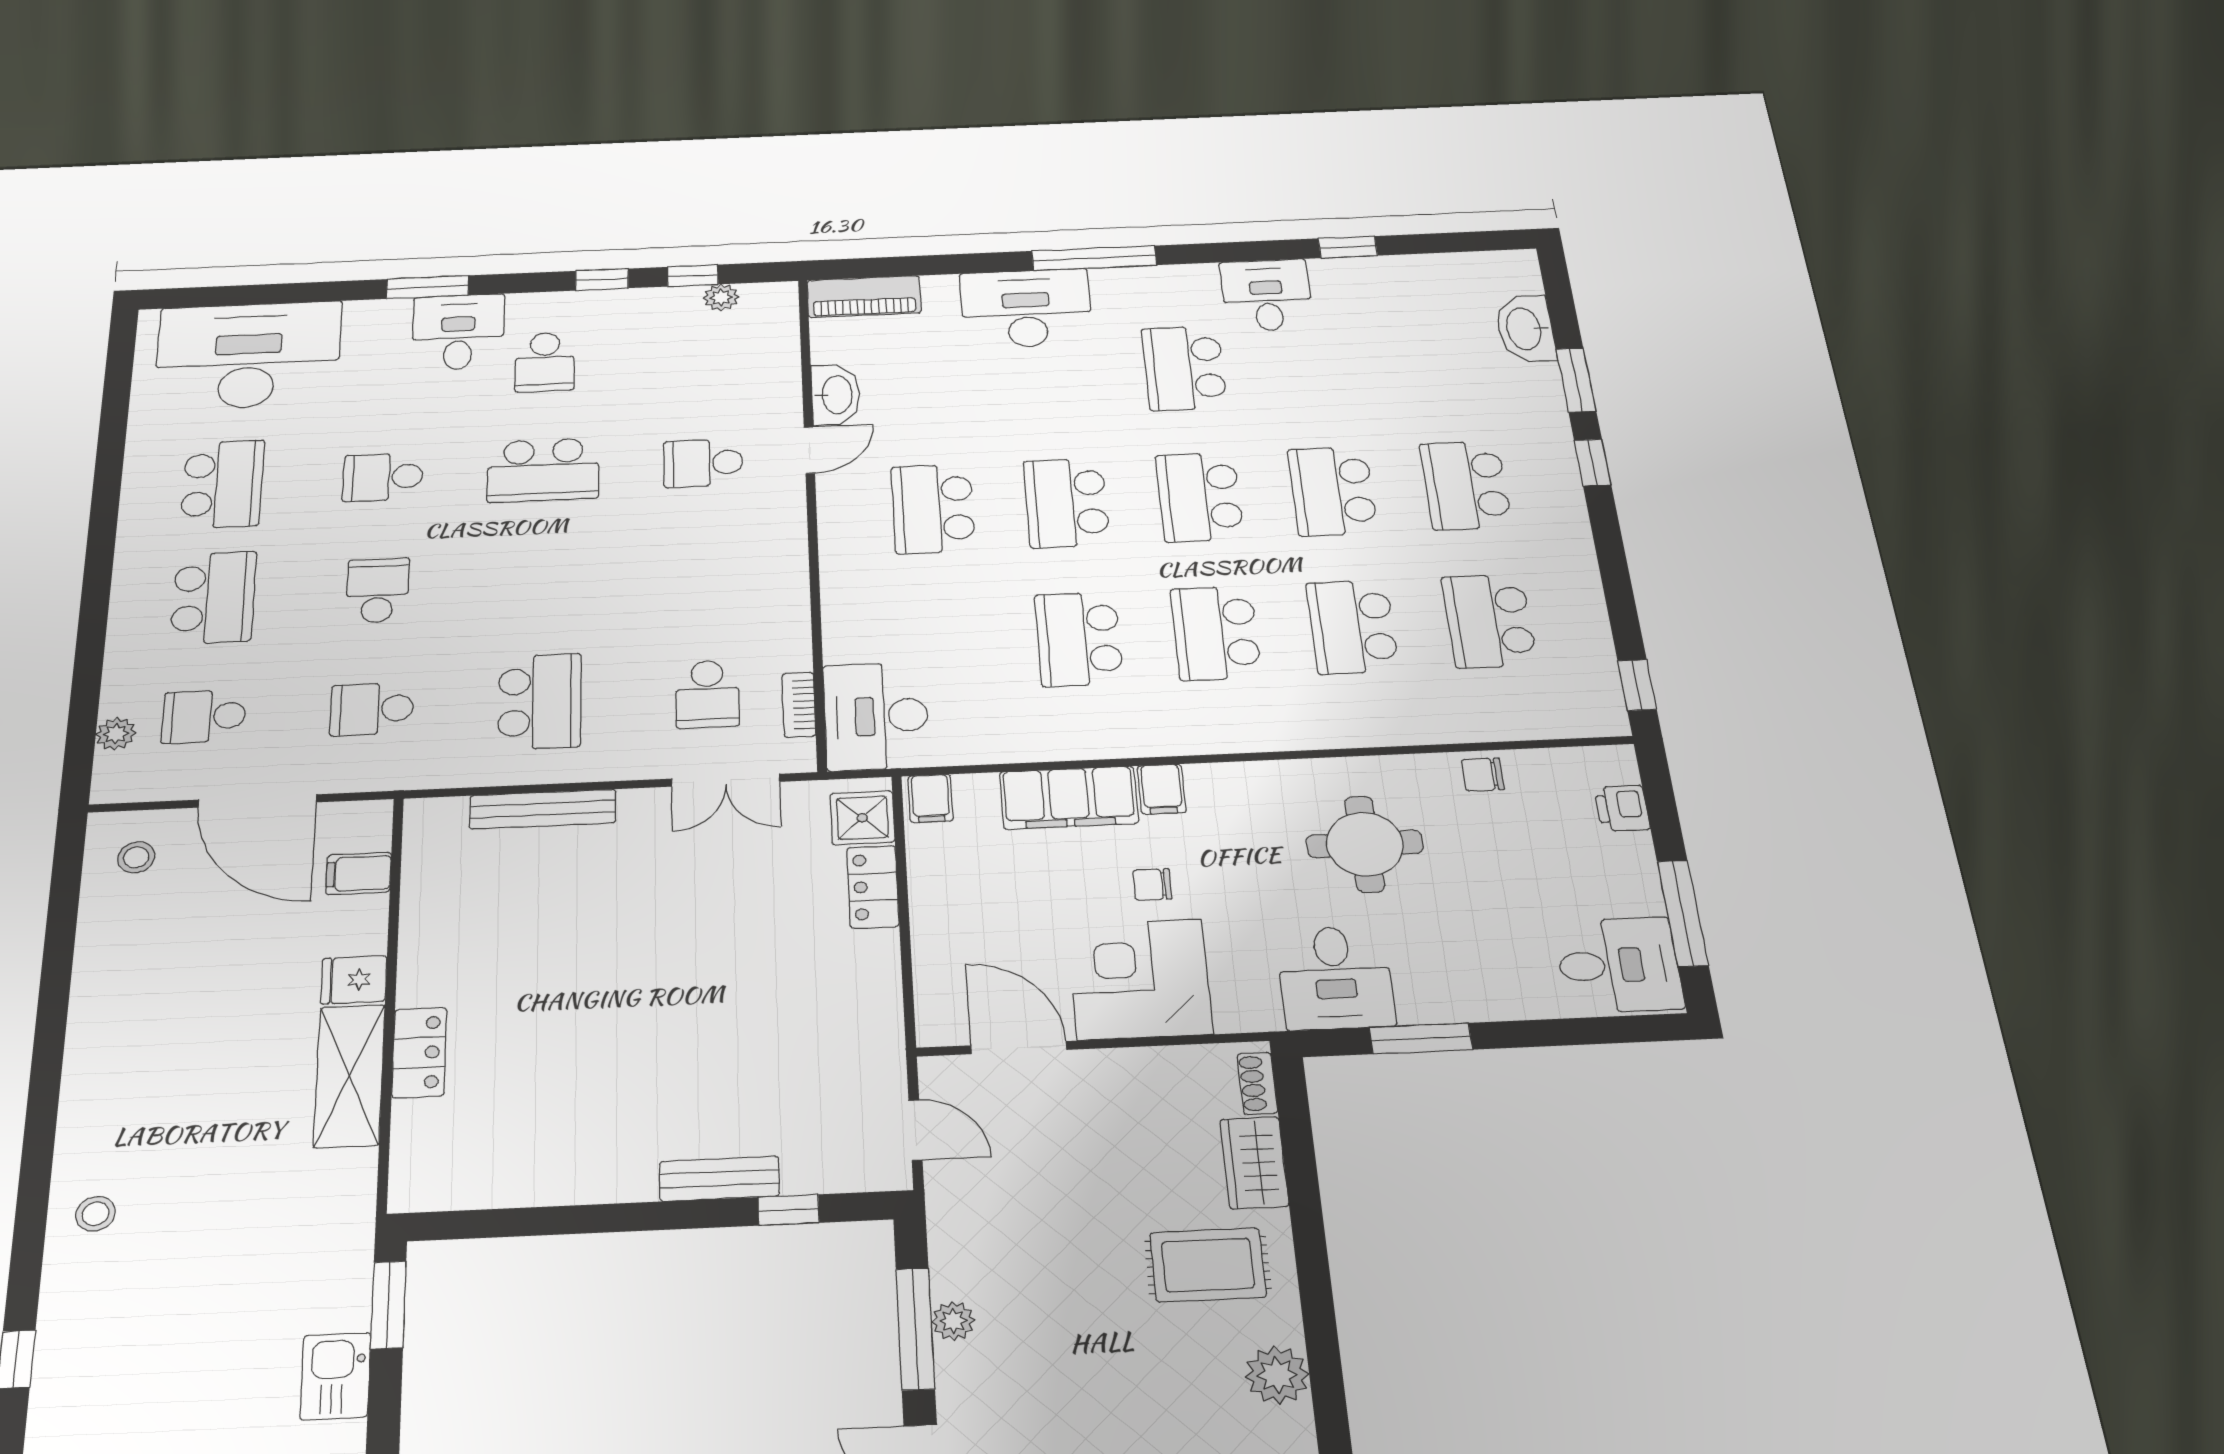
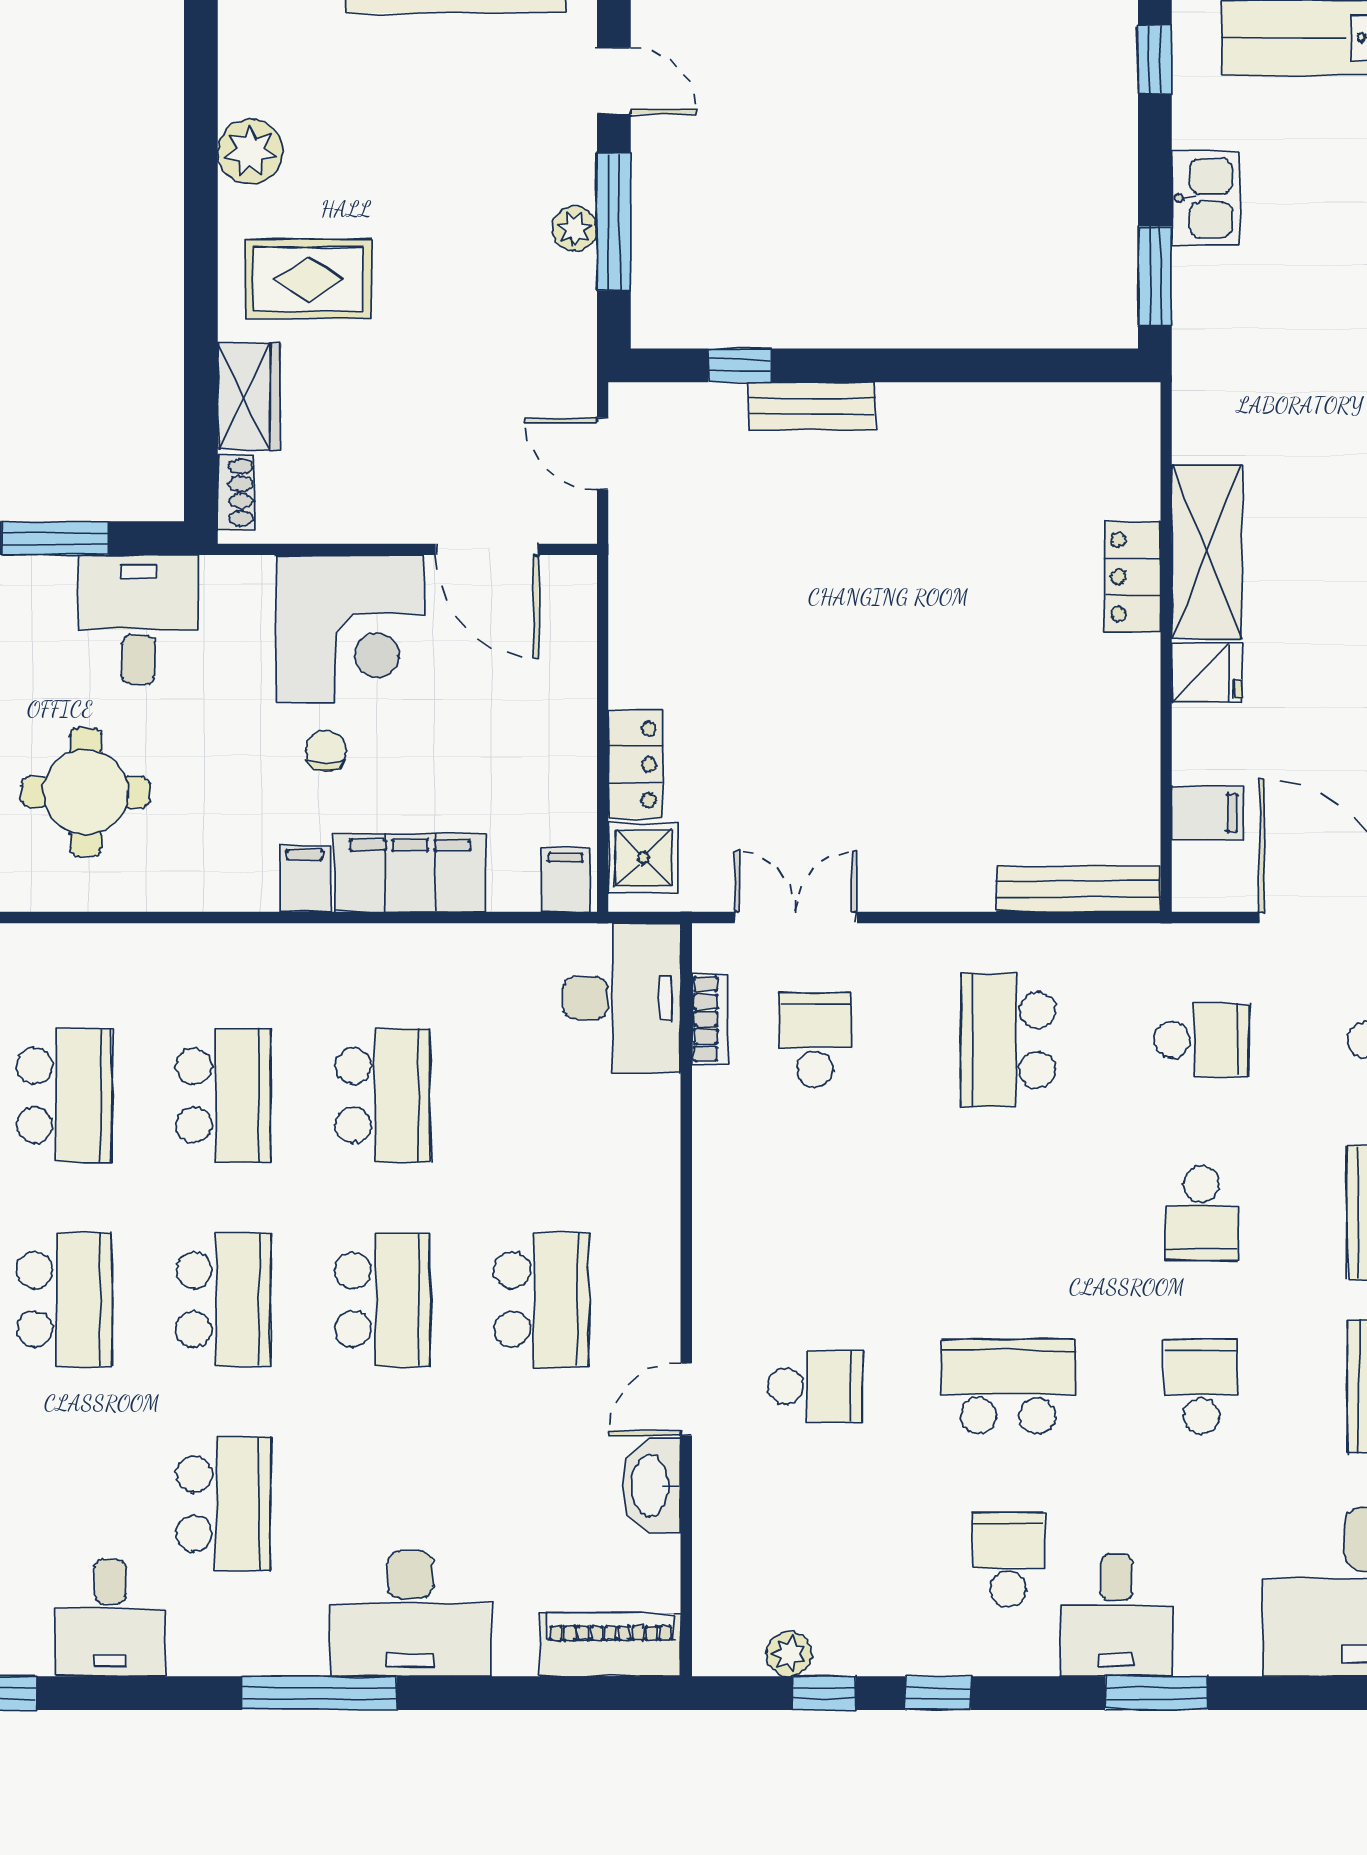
school desk: (383, 477) -> (1201, 1386), turned -90
bench: (543, 809) -> (1078, 889), moved
chair: (1152, 885) -> (326, 751), turned -90

